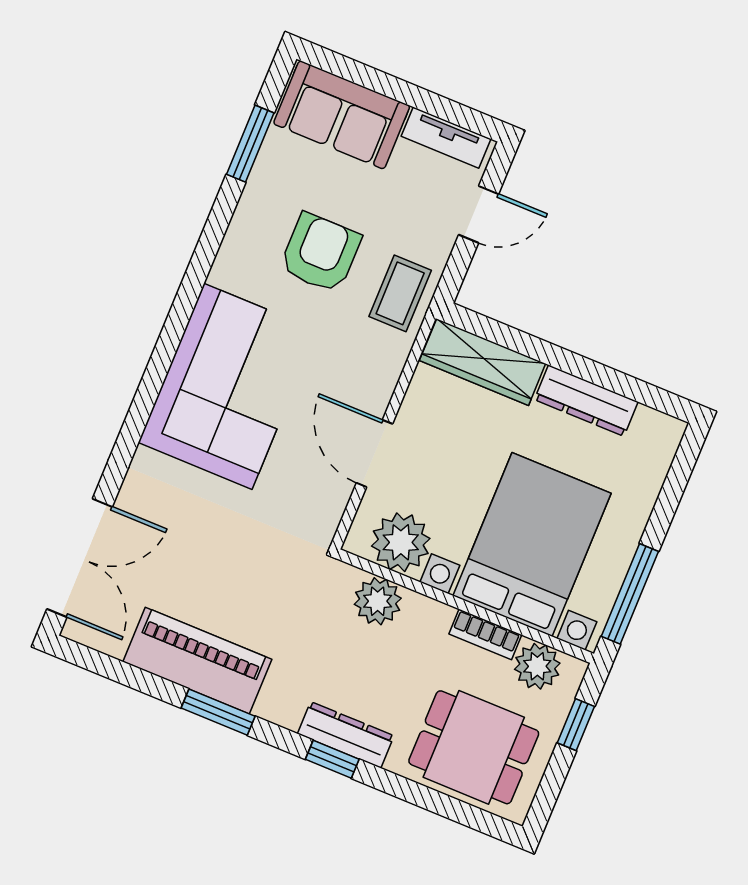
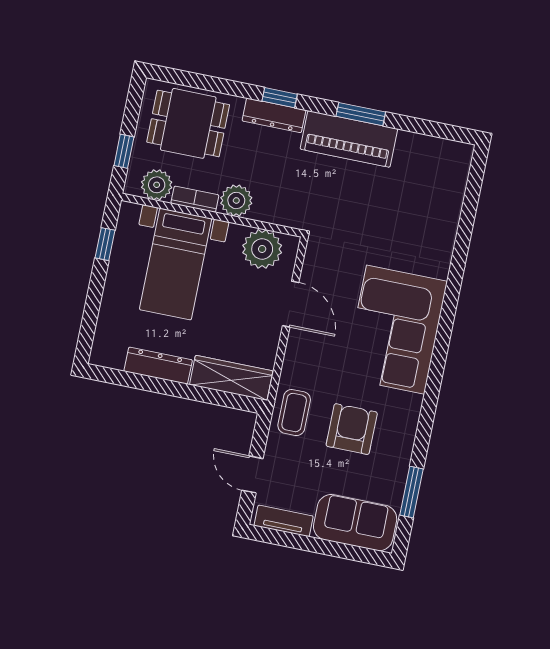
door: (479, 214) -> (252, 474), hinge flipped
armchair: (320, 253) -> (352, 429), turned 180
bed with nightstands: (532, 545) -> (176, 264), width x0.73
double door: (80, 558) -> (471, 198), removed
window: (630, 594) -> (105, 244), width x0.46
plant: (378, 601) -> (236, 200), moved
piano: (197, 661) -> (349, 139), moved

